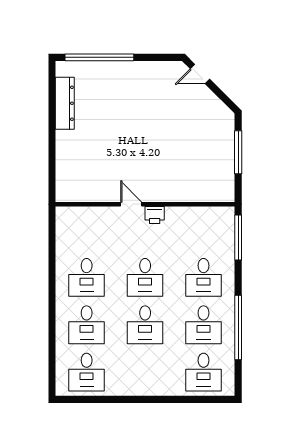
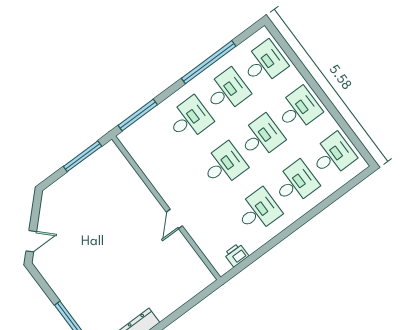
door: (200, 74) -> (31, 241), hinge flipped
window: (238, 152) -> (82, 156), moved
printer: (155, 215) -> (236, 255), moved, turned -90
desk: (145, 372) -> (298, 109), added

